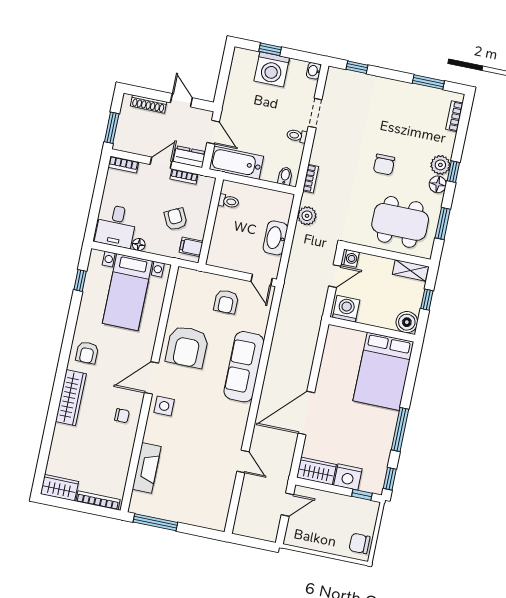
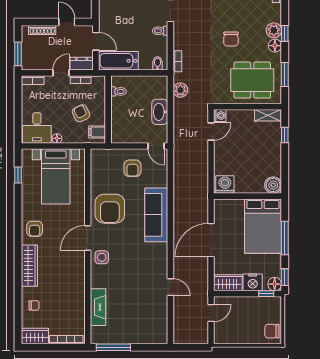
washing machine: (346, 309) -> (225, 184), moved
boiler: (407, 322) -> (273, 185), moved
wall: (372, 329) -> (248, 196), moved
bed: (383, 371) -> (263, 226), moved
chair: (122, 416) -> (34, 305), moved
floor lamp: (375, 485) -> (275, 284), added

